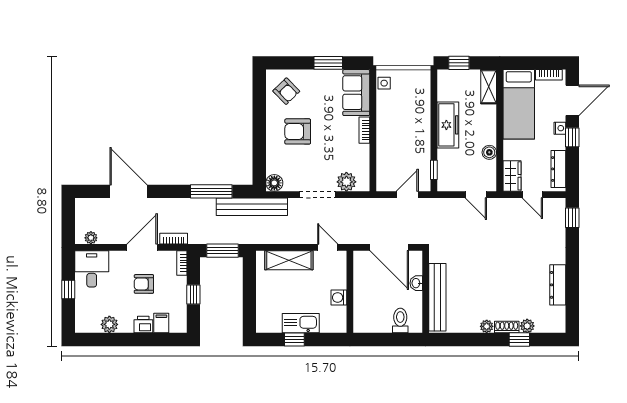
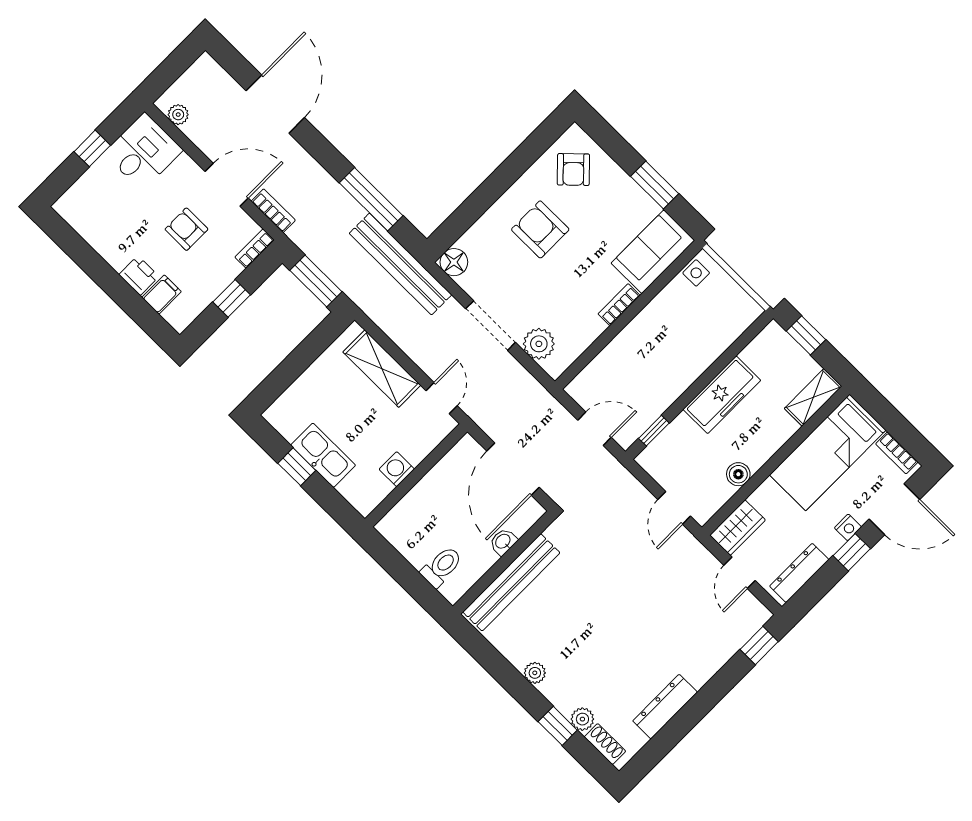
plant: (109, 324) -> (100, 236), removed
shoe rack: (507, 327) -> (605, 744), moved

